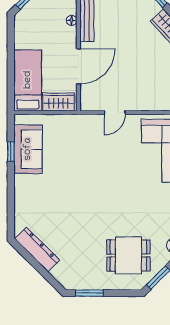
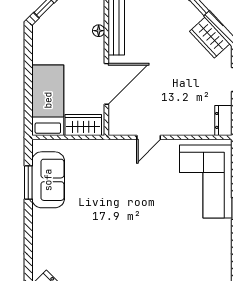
window: (11, 152) -> (28, 183), width x1.50

